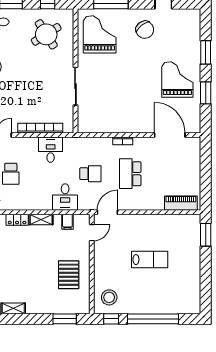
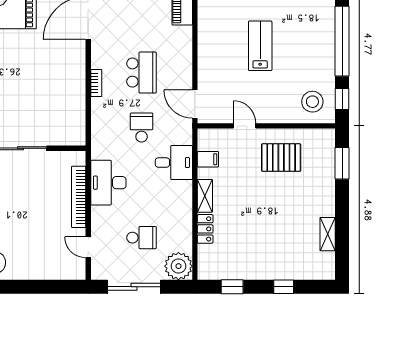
desk: (51, 150) -> (108, 183), width x1.37
school desk: (130, 174) -> (142, 73), turned -90
door: (92, 233) -> (245, 126), moved

